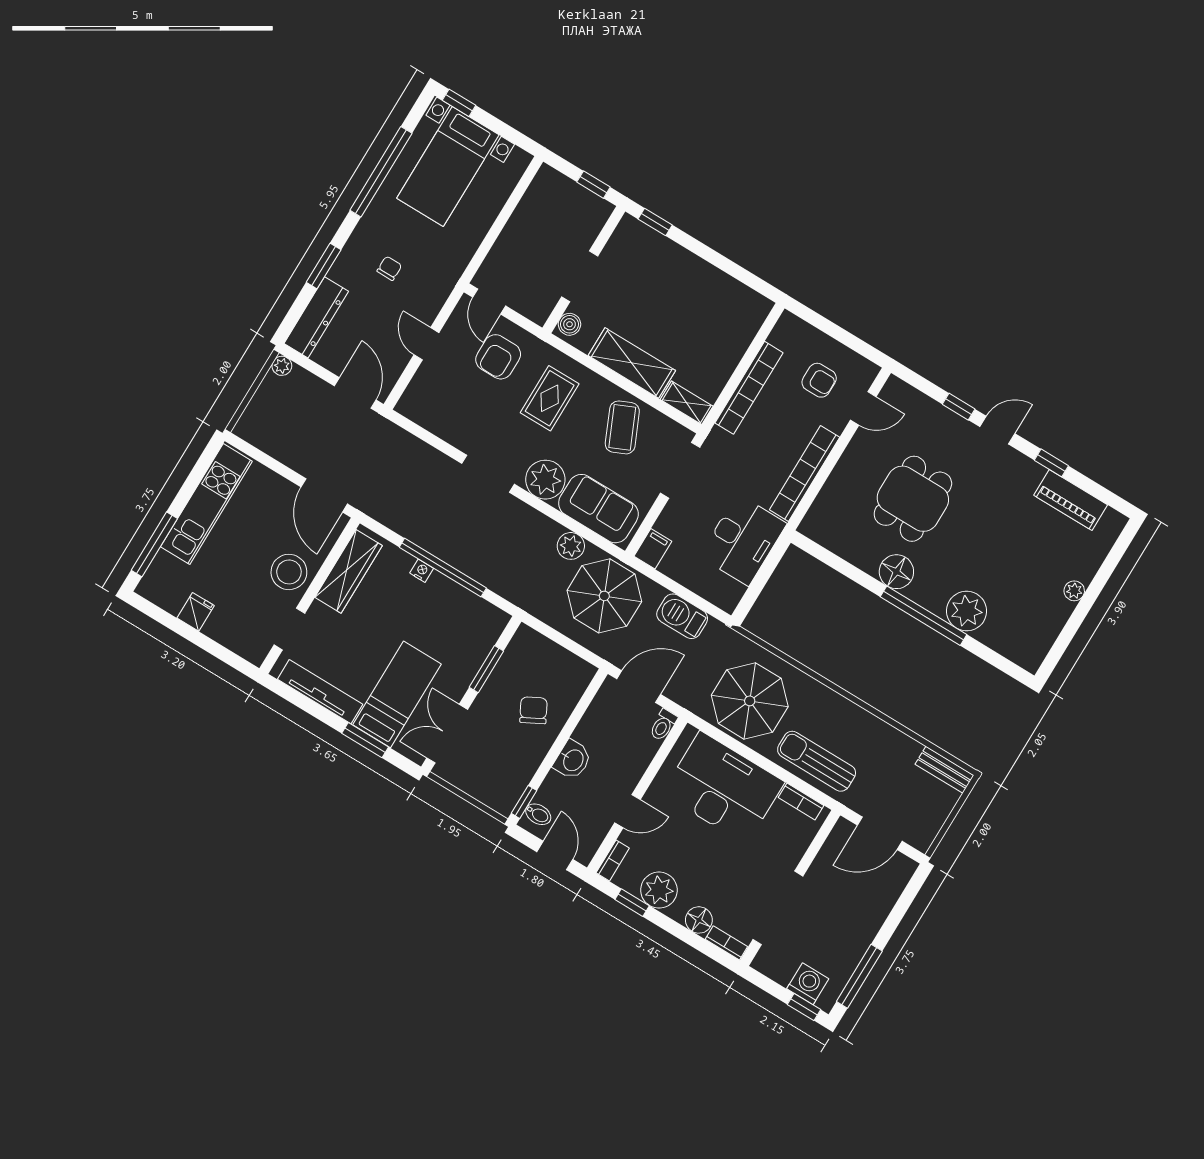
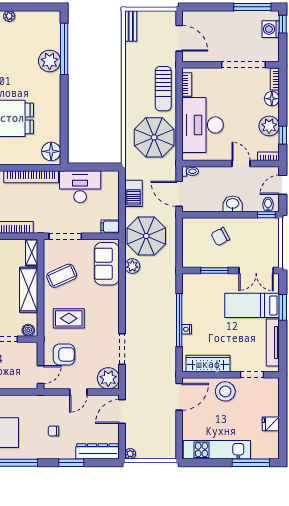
doorway: (488, 474) -> (122, 349), moved
plant: (545, 480) -> (108, 378), moved
floor lamp: (896, 572) -> (51, 151), moved
window: (924, 616) -> (64, 49), moved

